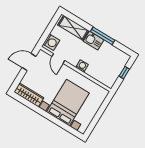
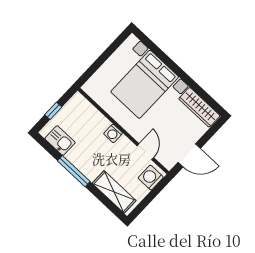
kitchen sink: (94, 41) -> (60, 141), moved

